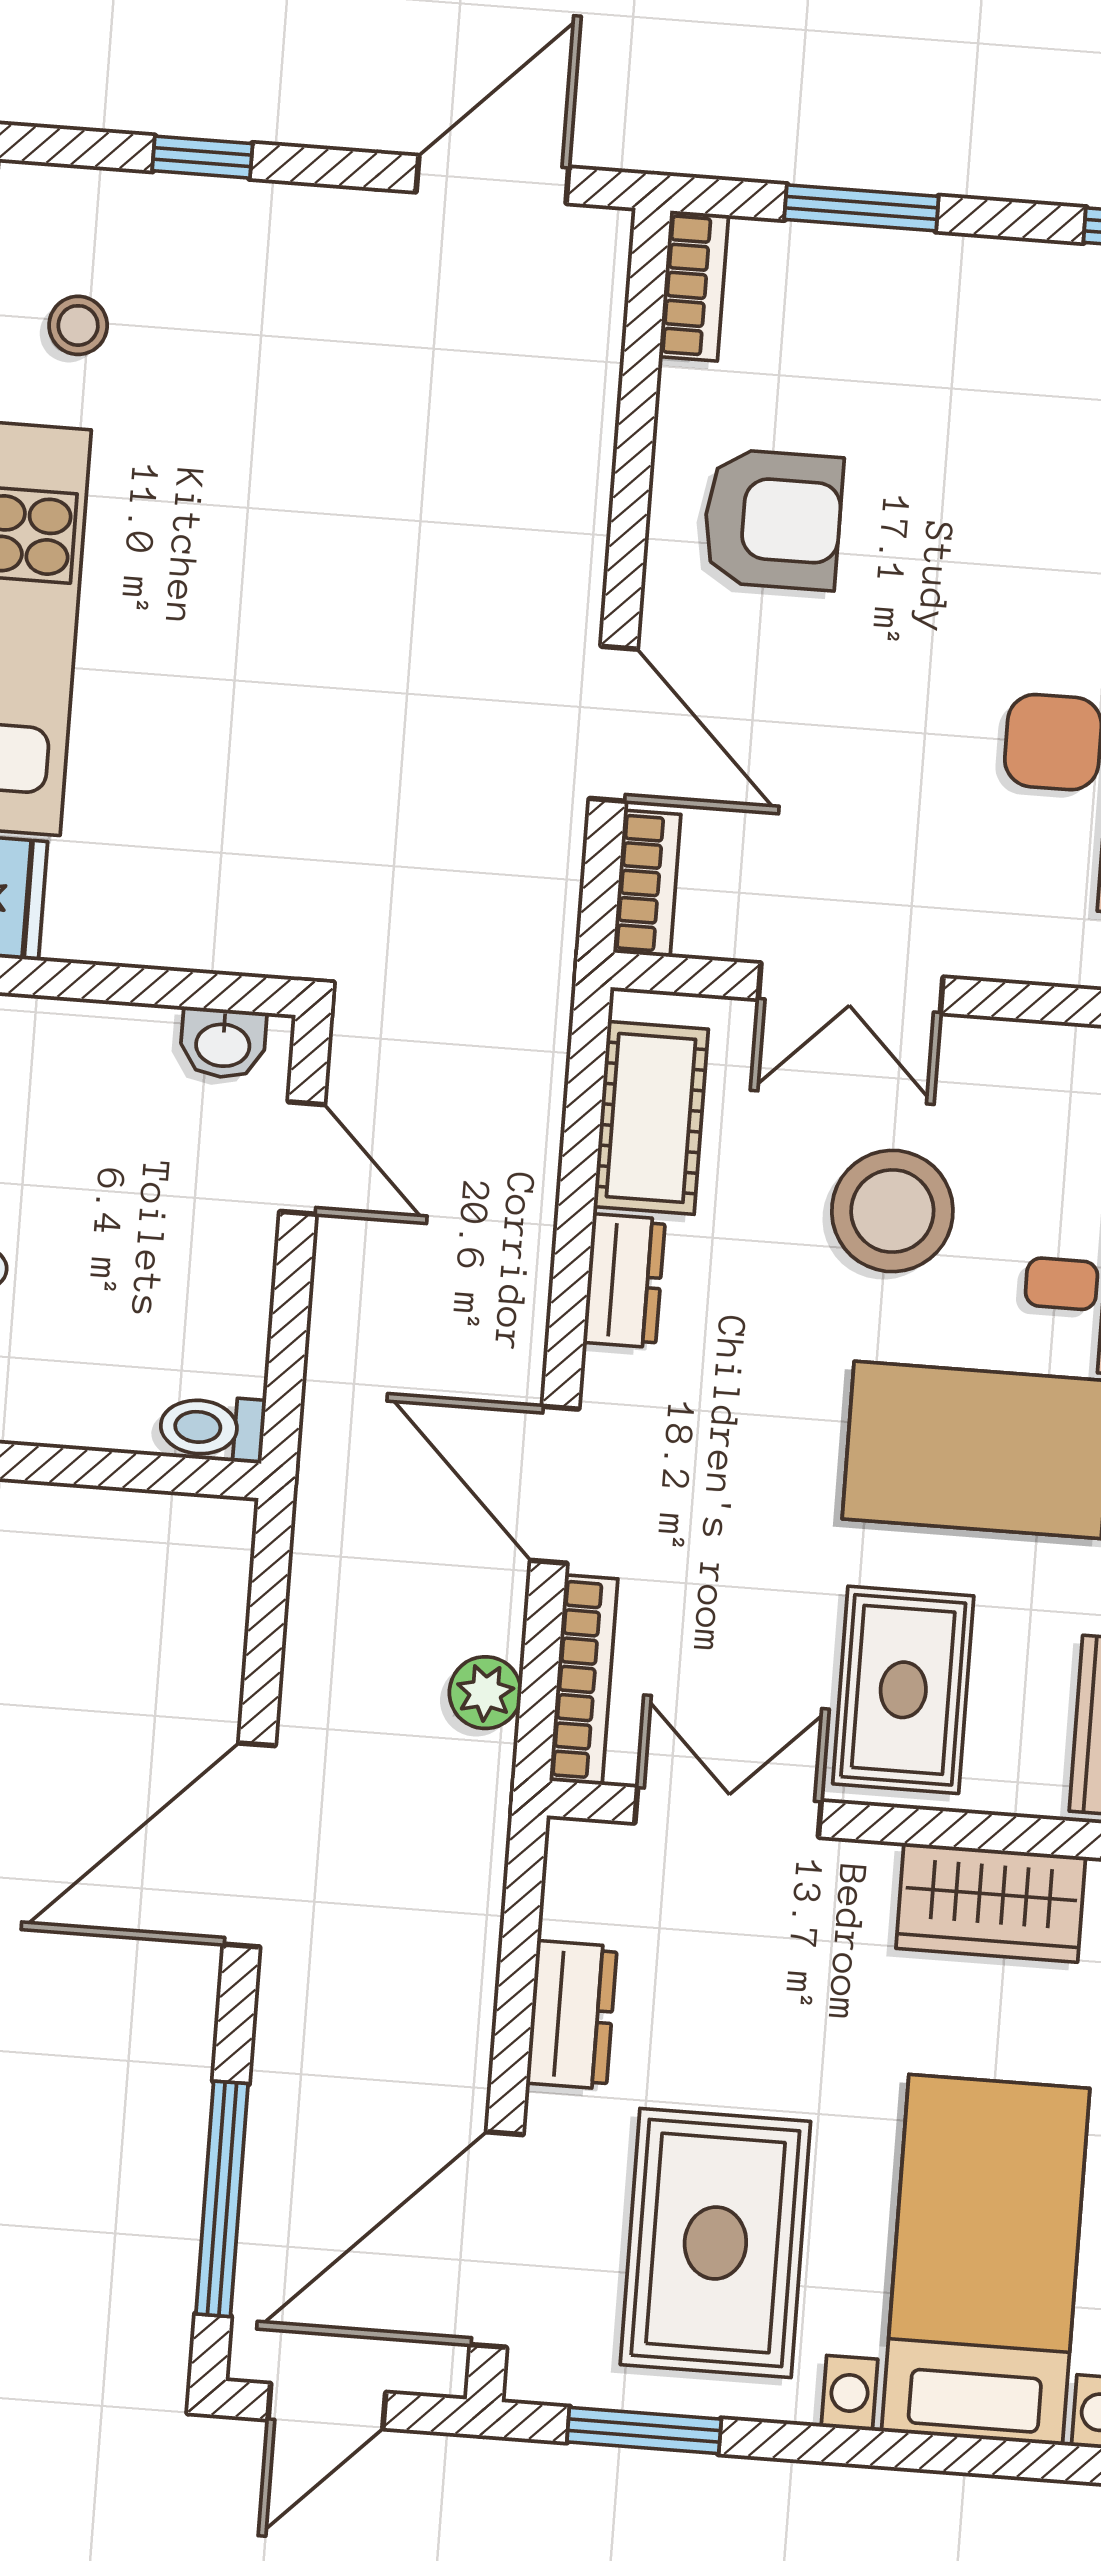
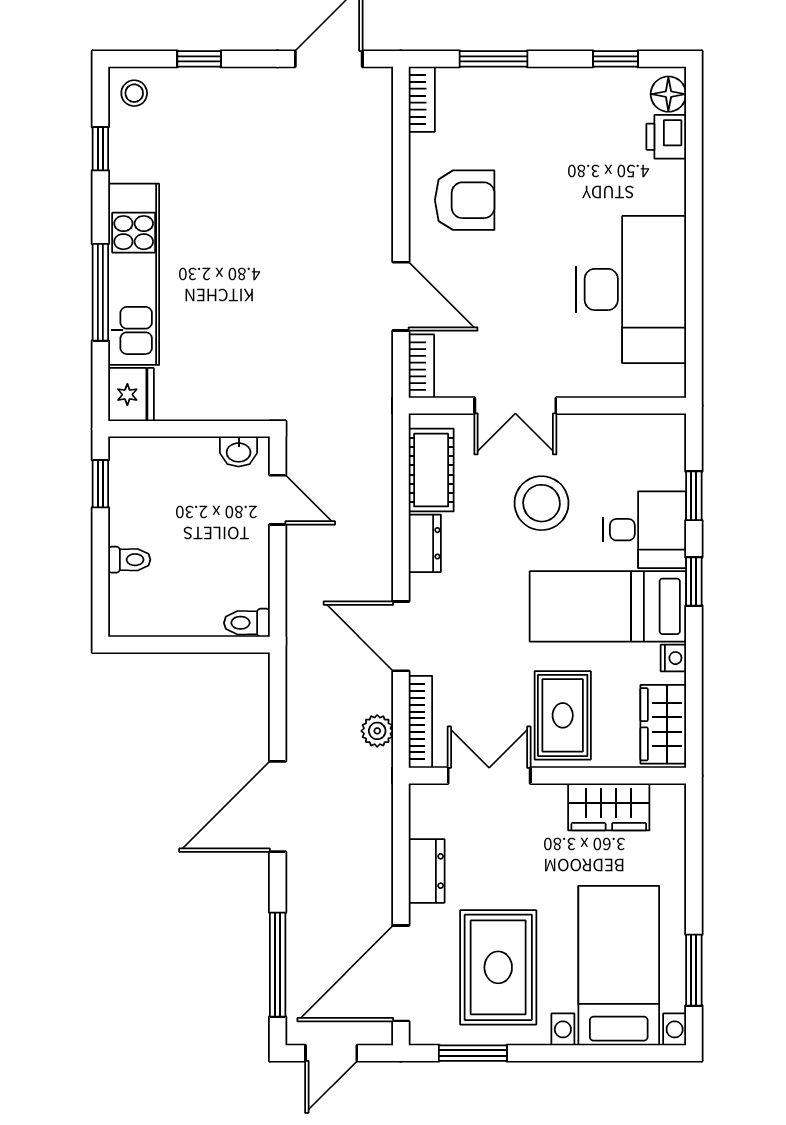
stool: (78, 325) -> (134, 93), moved

